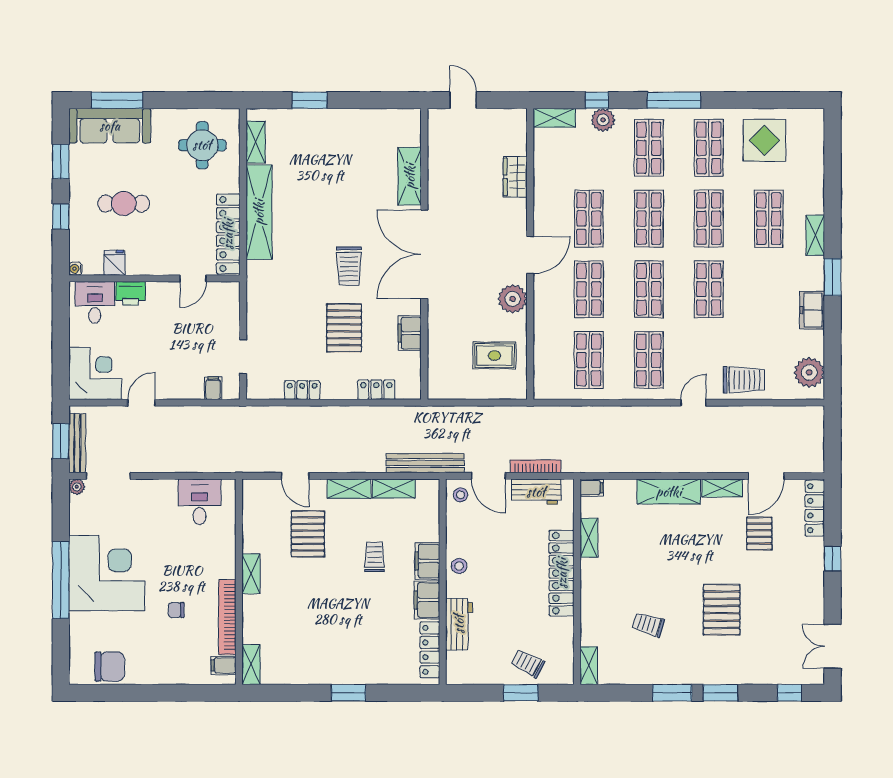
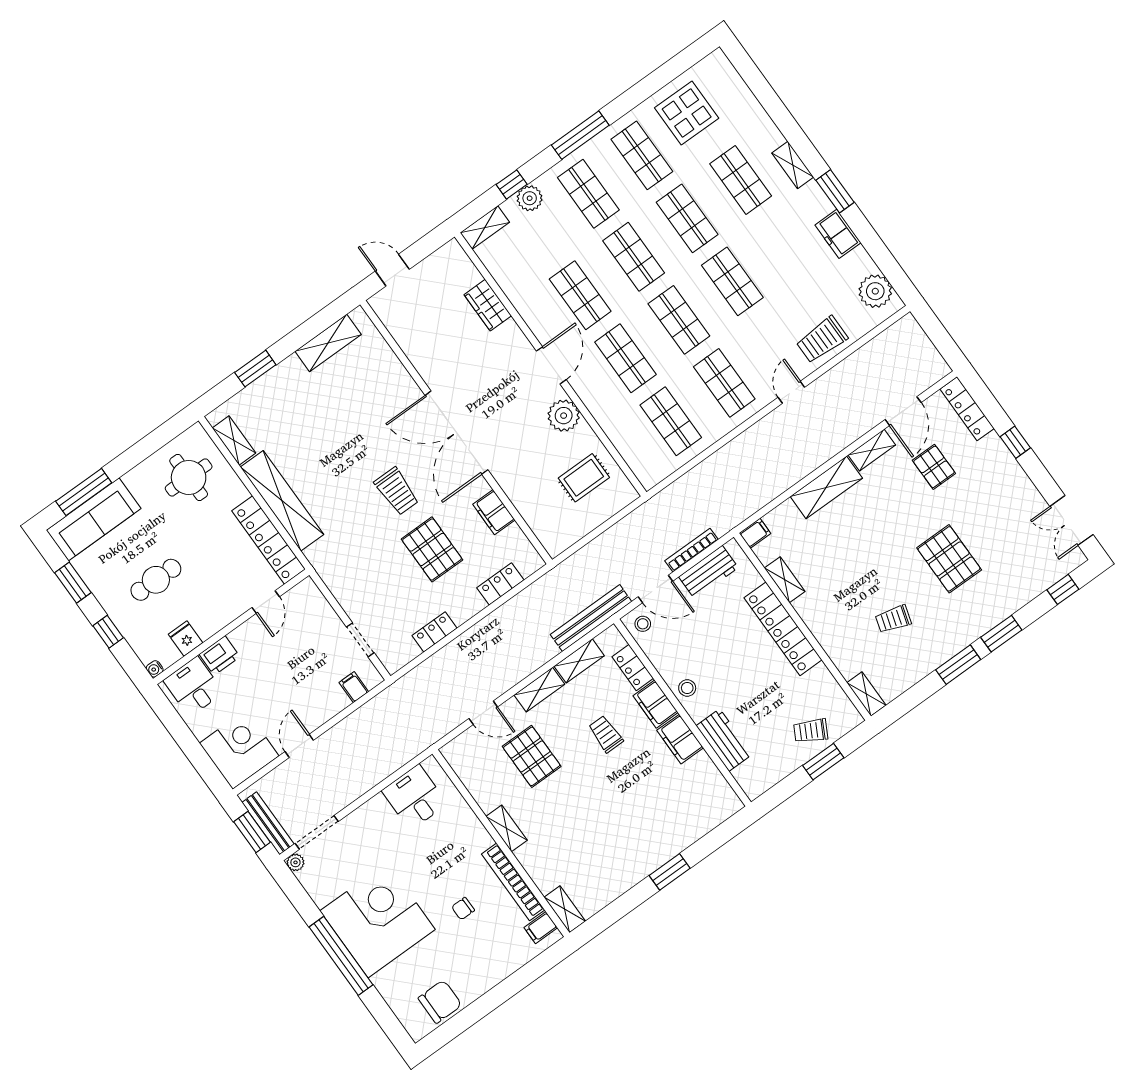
shelving: (410, 176) -> (328, 343), moved, turned 90
trolley: (744, 380) -> (822, 340), turned 180
locker: (430, 650) -> (633, 667), moved, width x0.66

